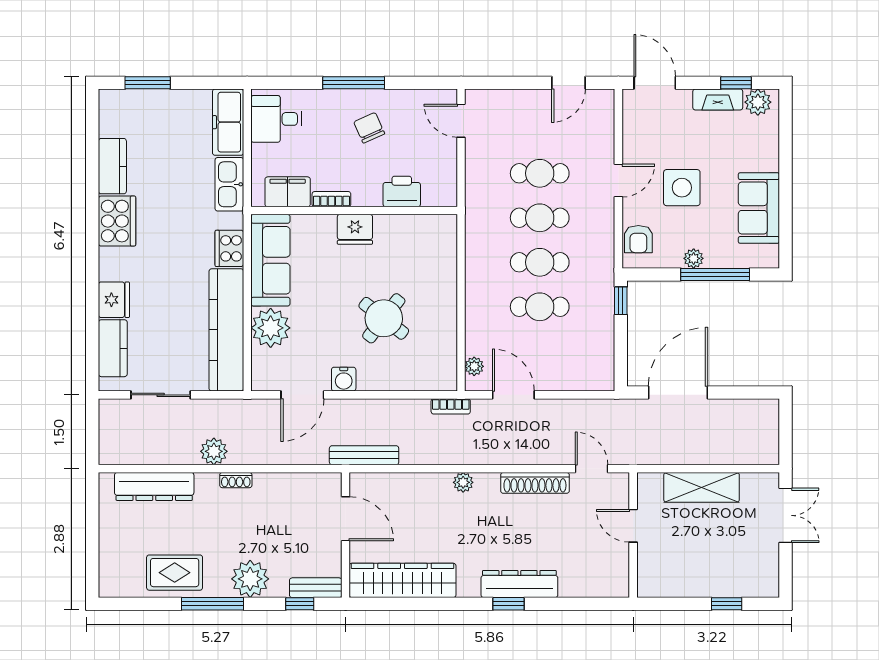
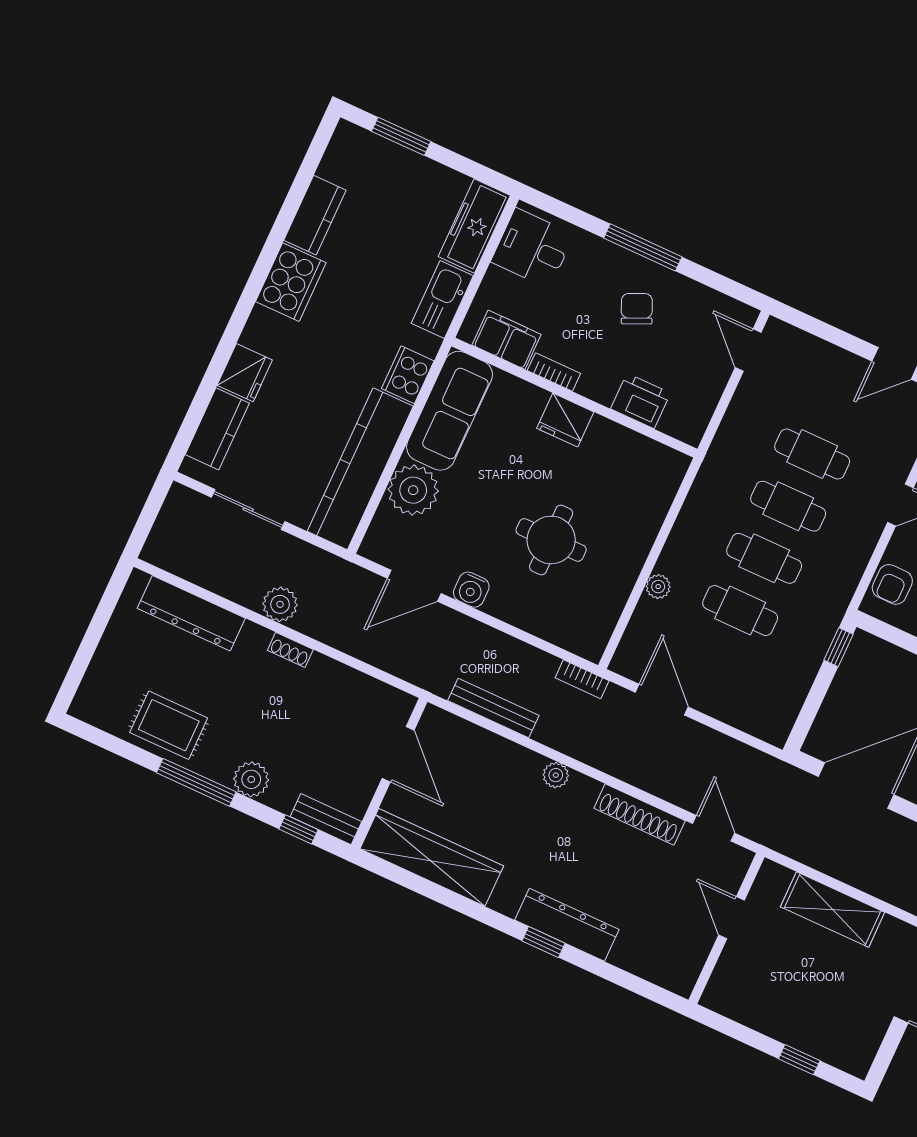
round table: (384, 318) -> (551, 540), turned -38
plant: (474, 366) -> (658, 587), moved
bench: (364, 455) -> (493, 708), moved
plant: (250, 579) -> (251, 779), width x0.73, depth x0.73

